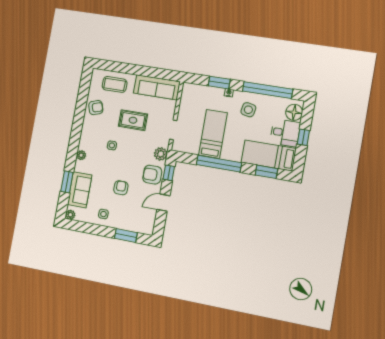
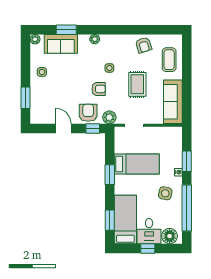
window: (219, 164) -> (110, 175), width x0.47
armchair: (121, 188) -> (99, 89), moved

